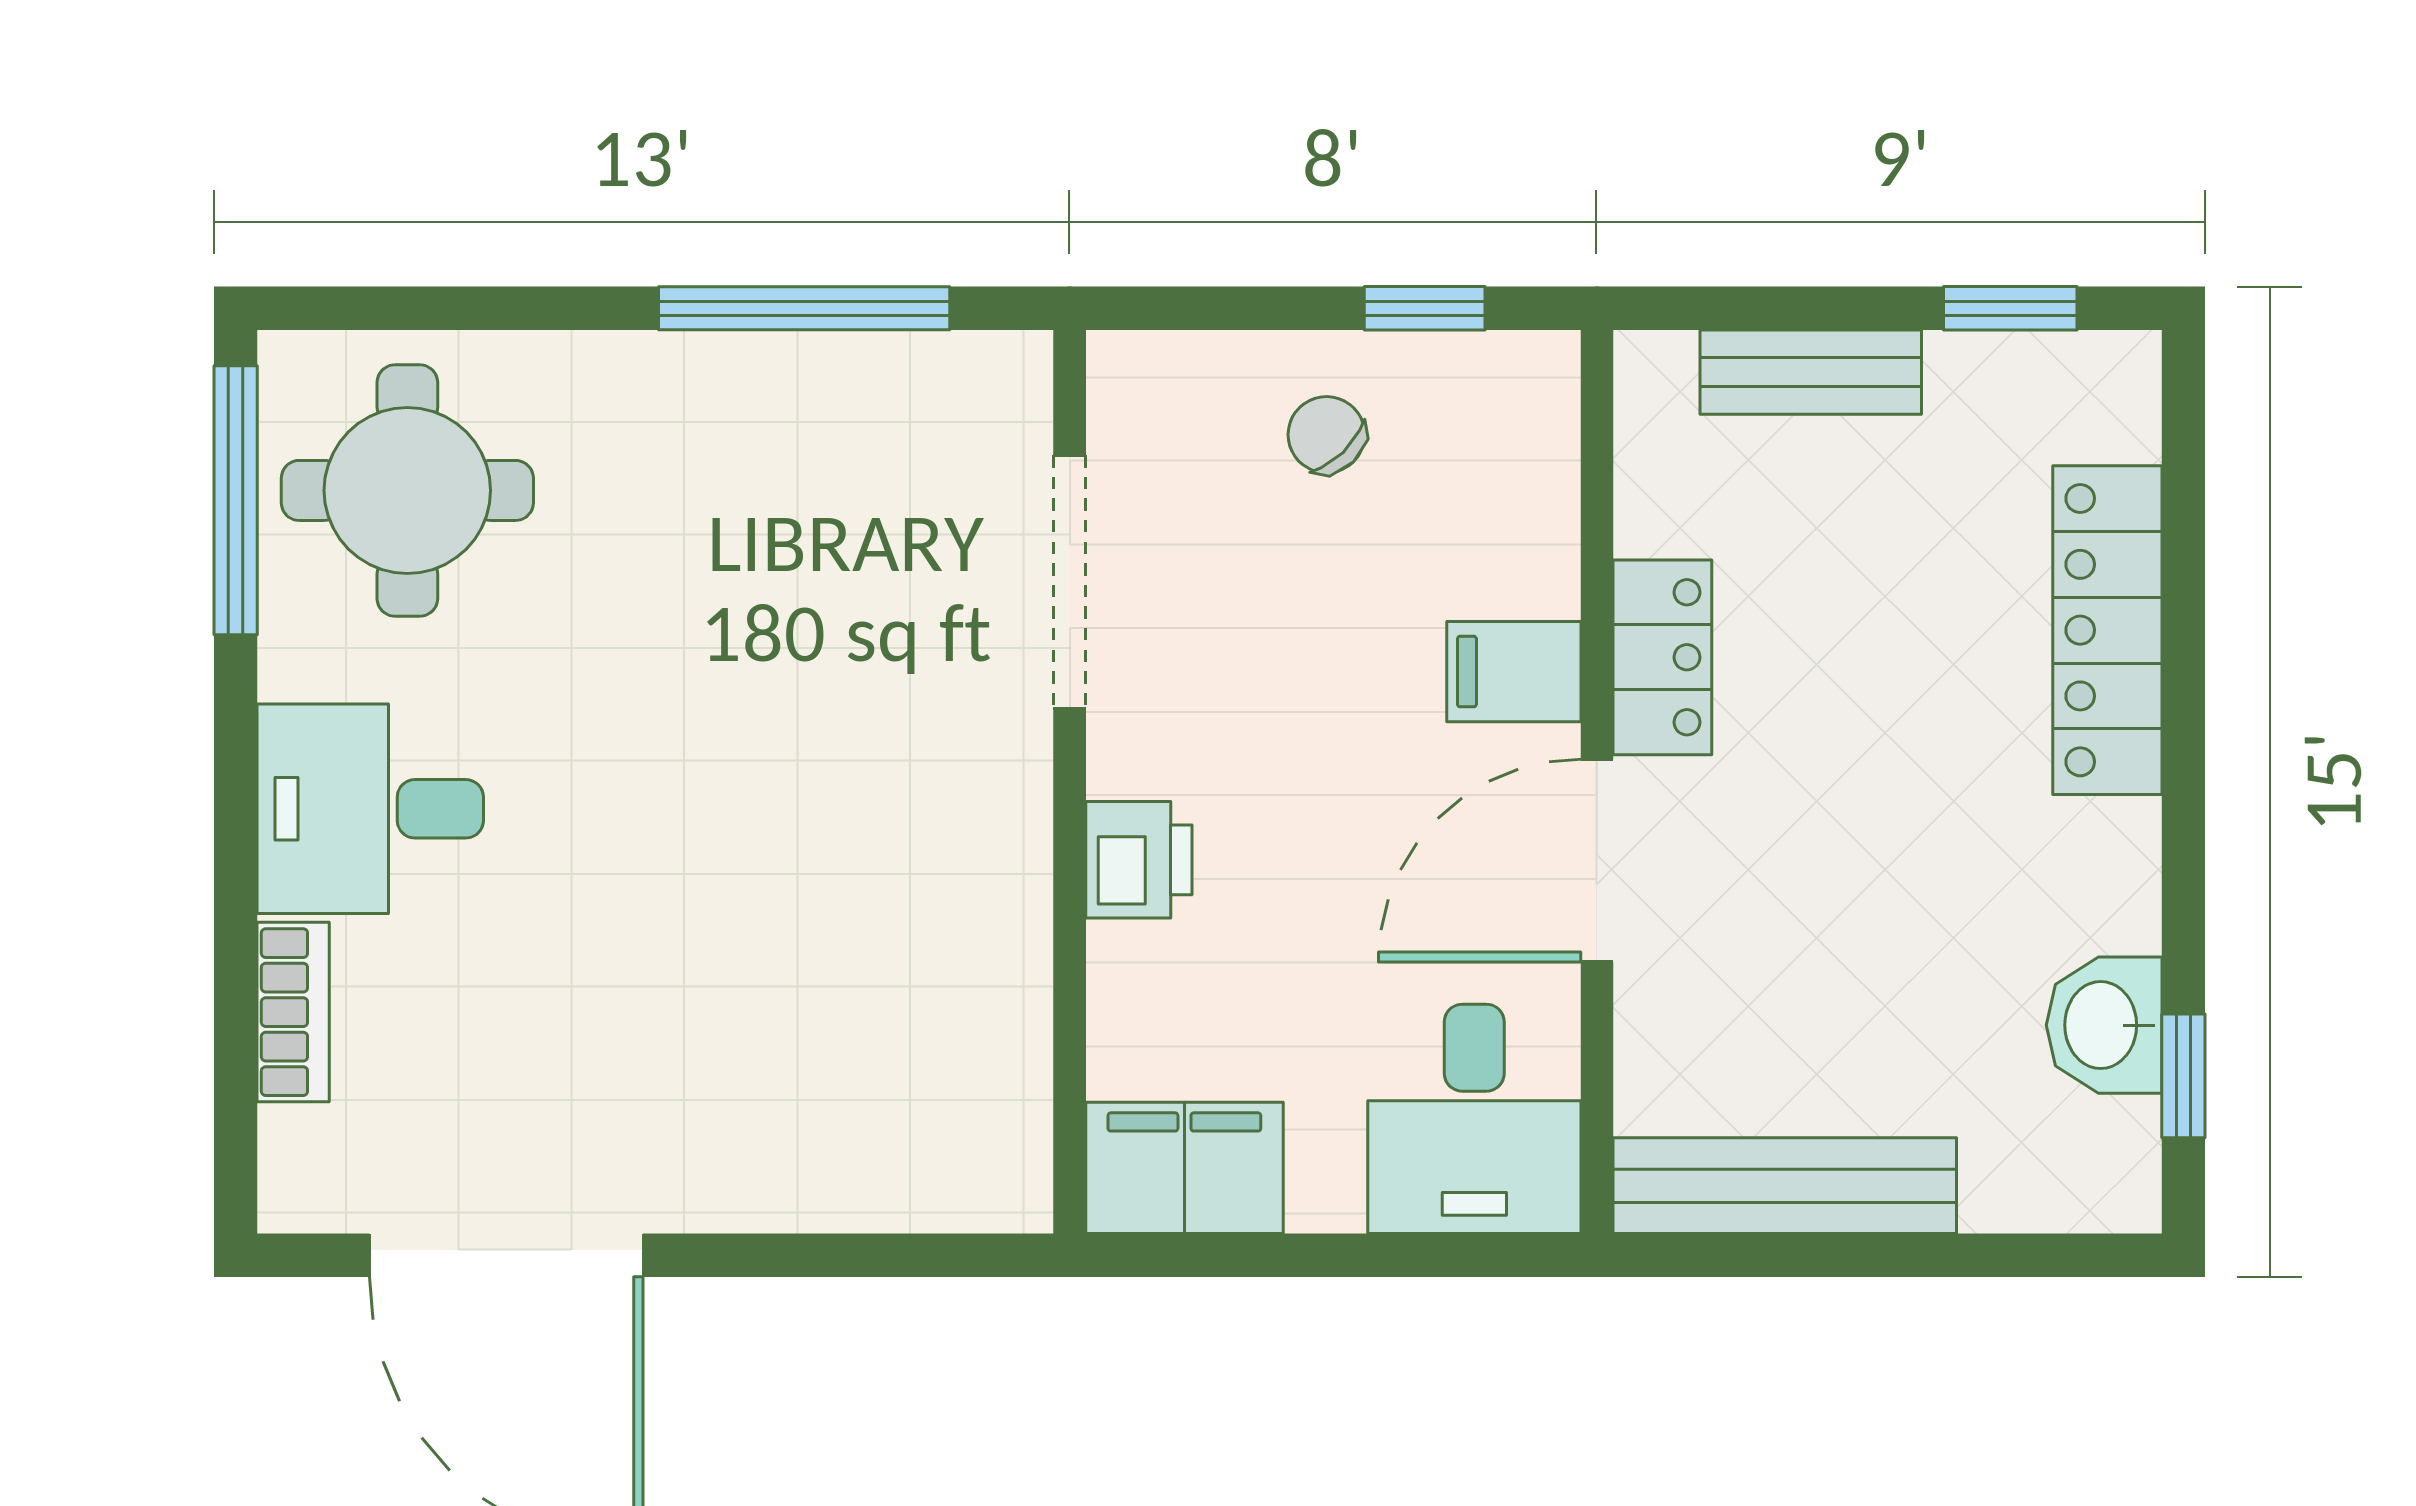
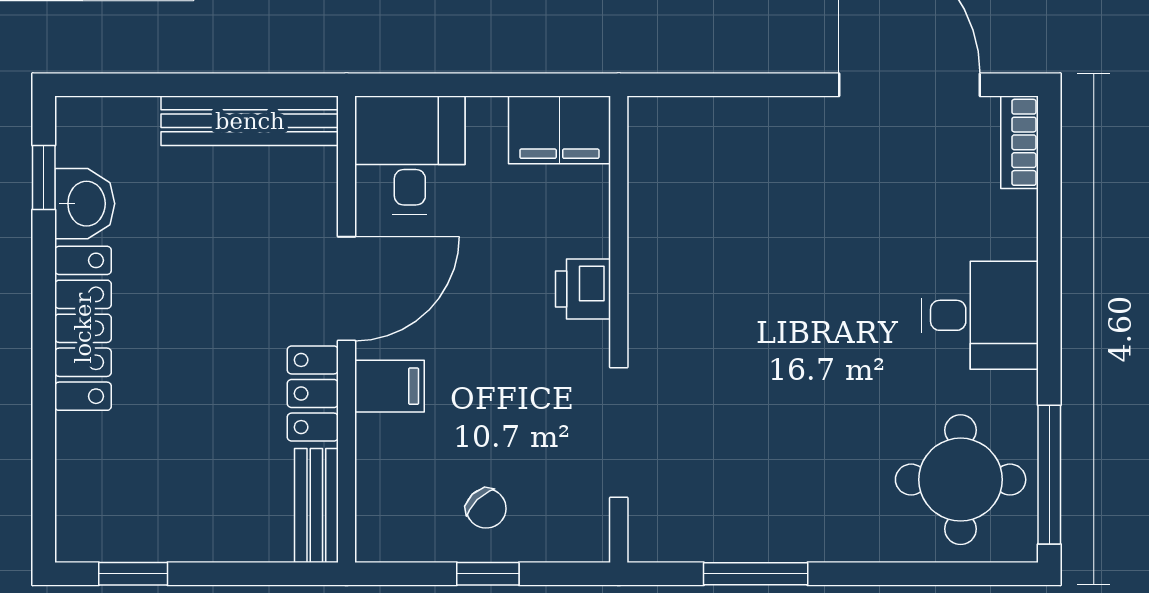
window: (804, 308) -> (756, 574), width x0.69
window: (1425, 308) -> (488, 574), moved
bench: (1811, 372) -> (316, 505), moved, turned 90
locker: (2107, 630) -> (83, 328), moved
bookcase: (293, 1012) -> (1020, 142), moved

